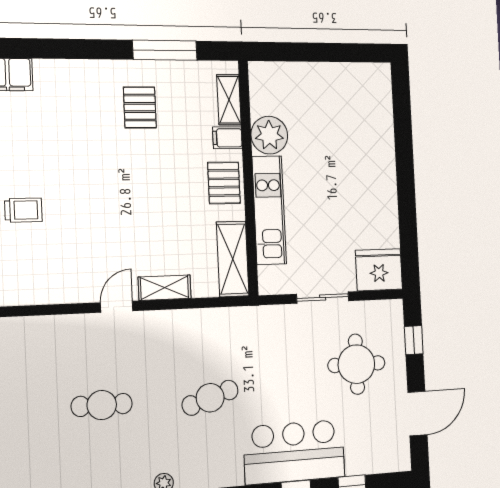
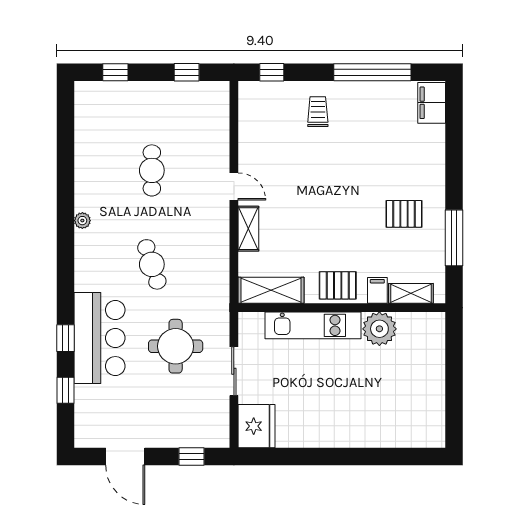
trolley: (23, 210) -> (318, 112), turned 180
round table: (356, 364) -> (176, 346), moved

